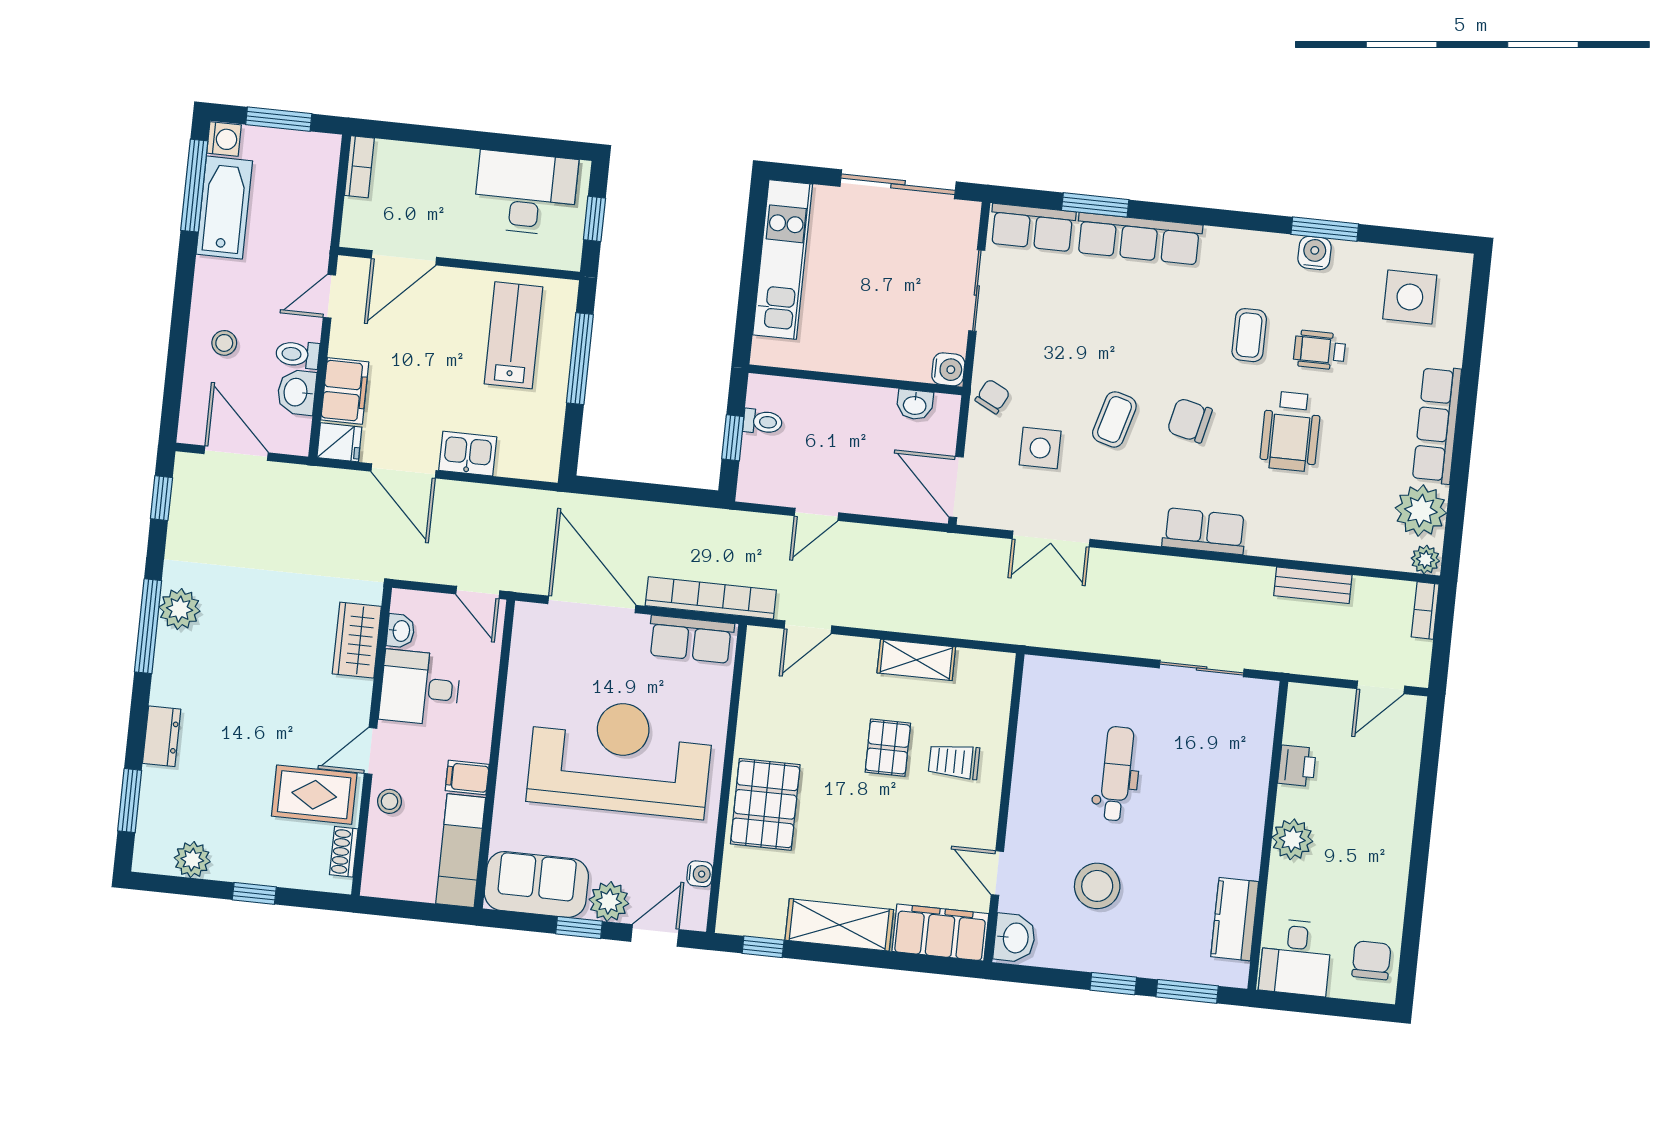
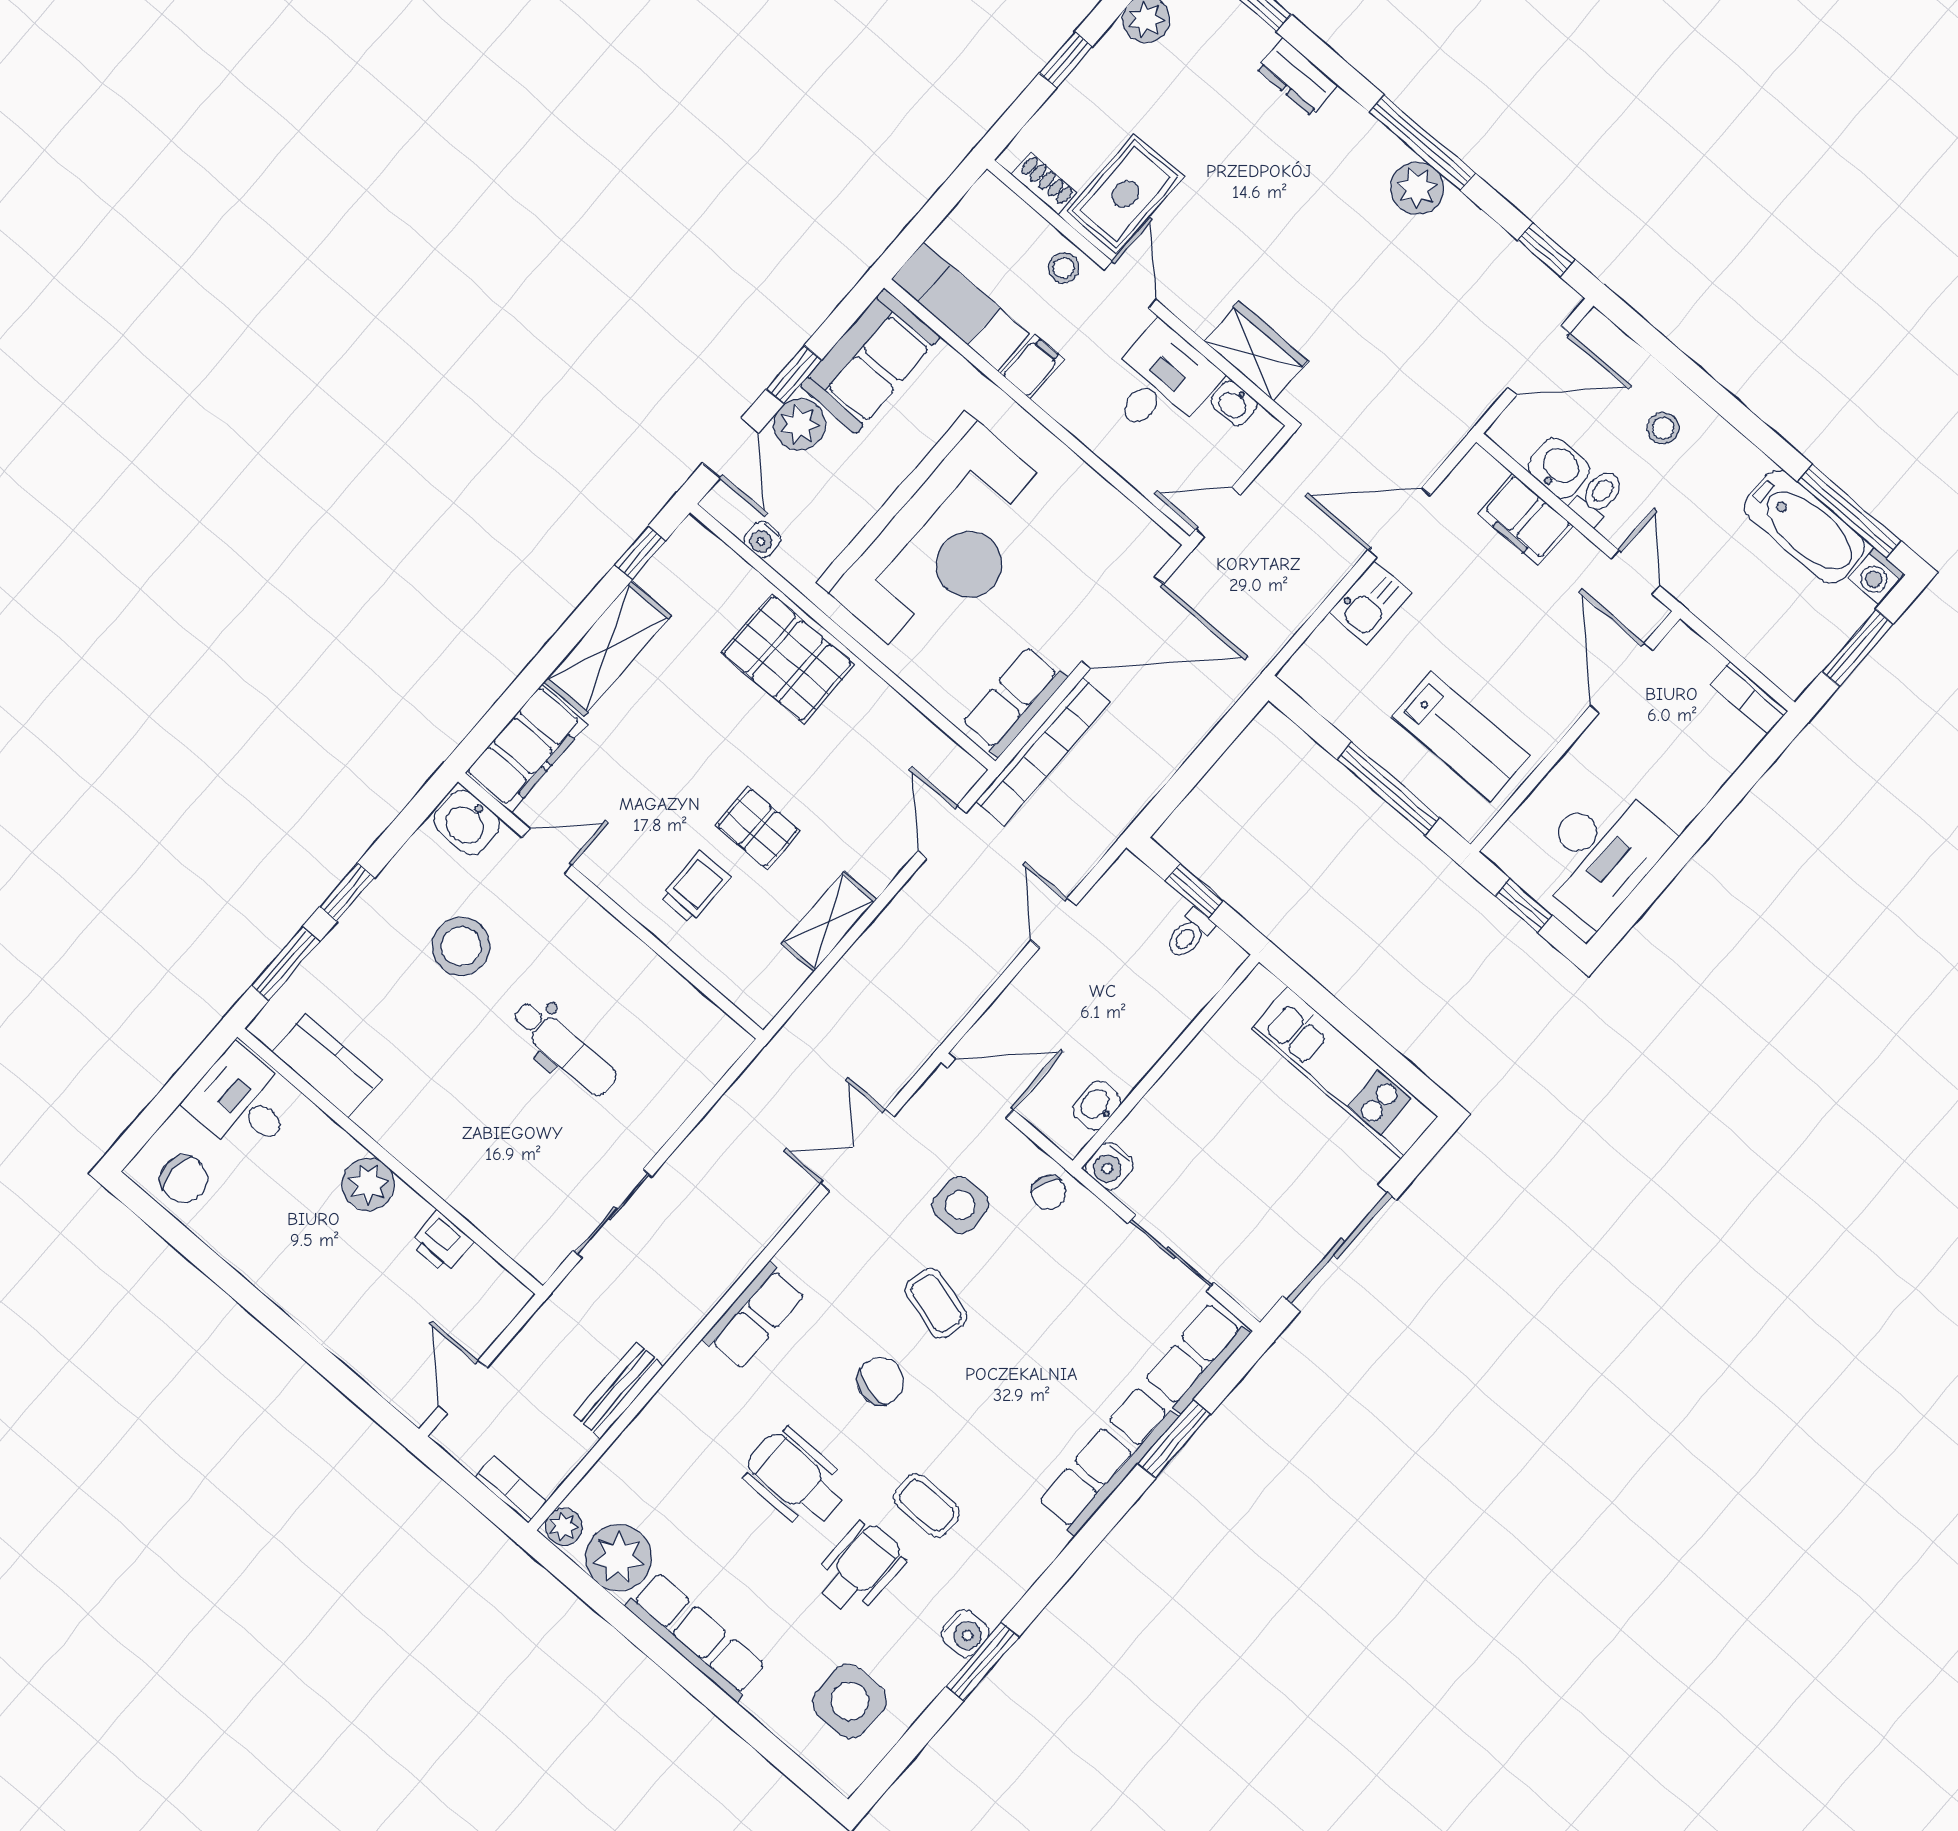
wheelchair: (1319, 350) -> (860, 1568), width x1.36, depth x1.37
fridge: (339, 442) -> (1476, 476), removed

